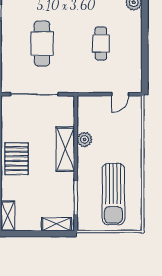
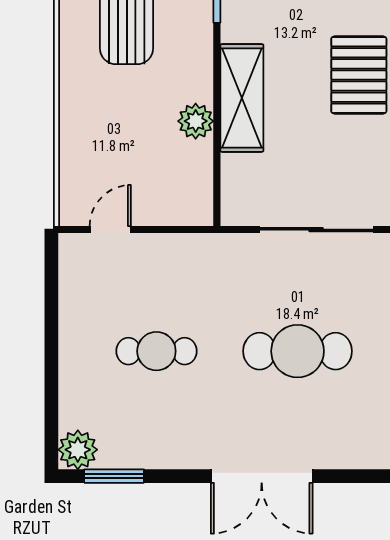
cafe table: (42, 43) -> (298, 351), turned 90
cafe table: (101, 43) -> (156, 351), turned 90

